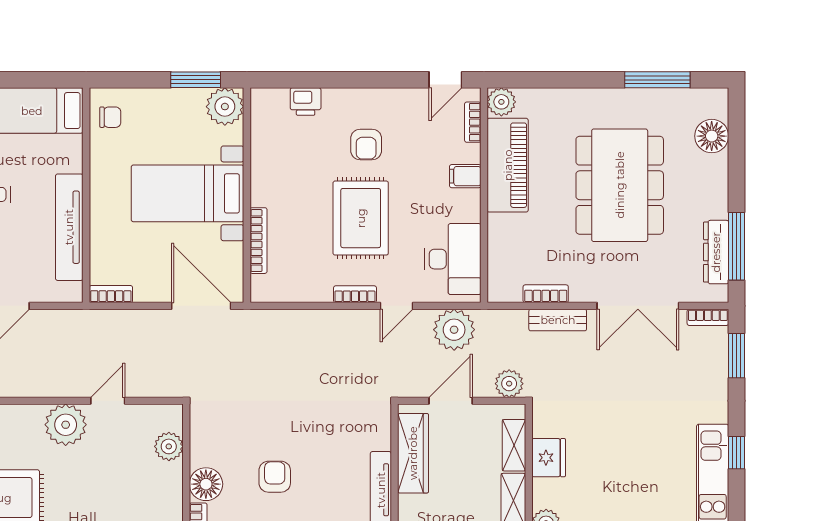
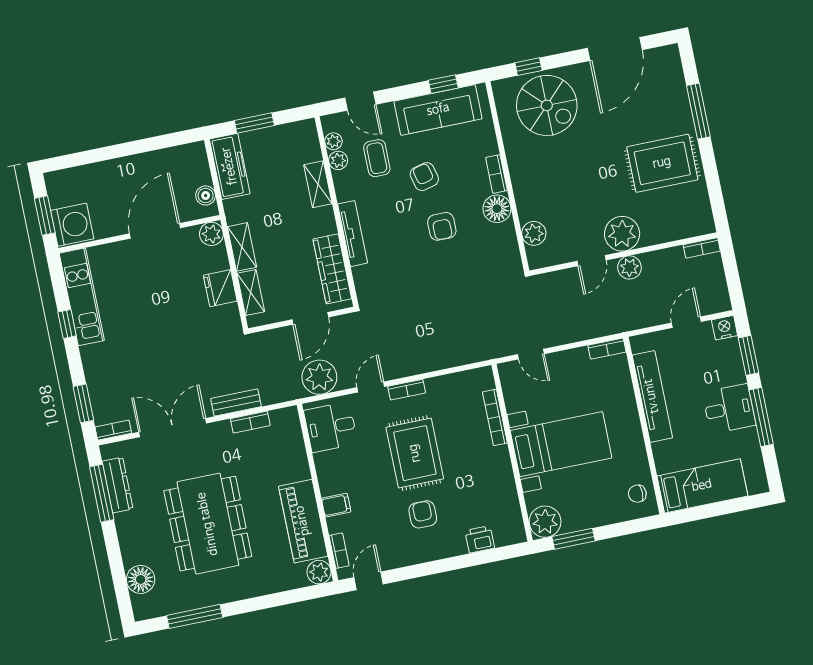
desk: (453, 259) -> (331, 427), width x0.73
door: (201, 306) -> (531, 354), width x0.53
plant: (509, 384) -> (629, 267), moved

